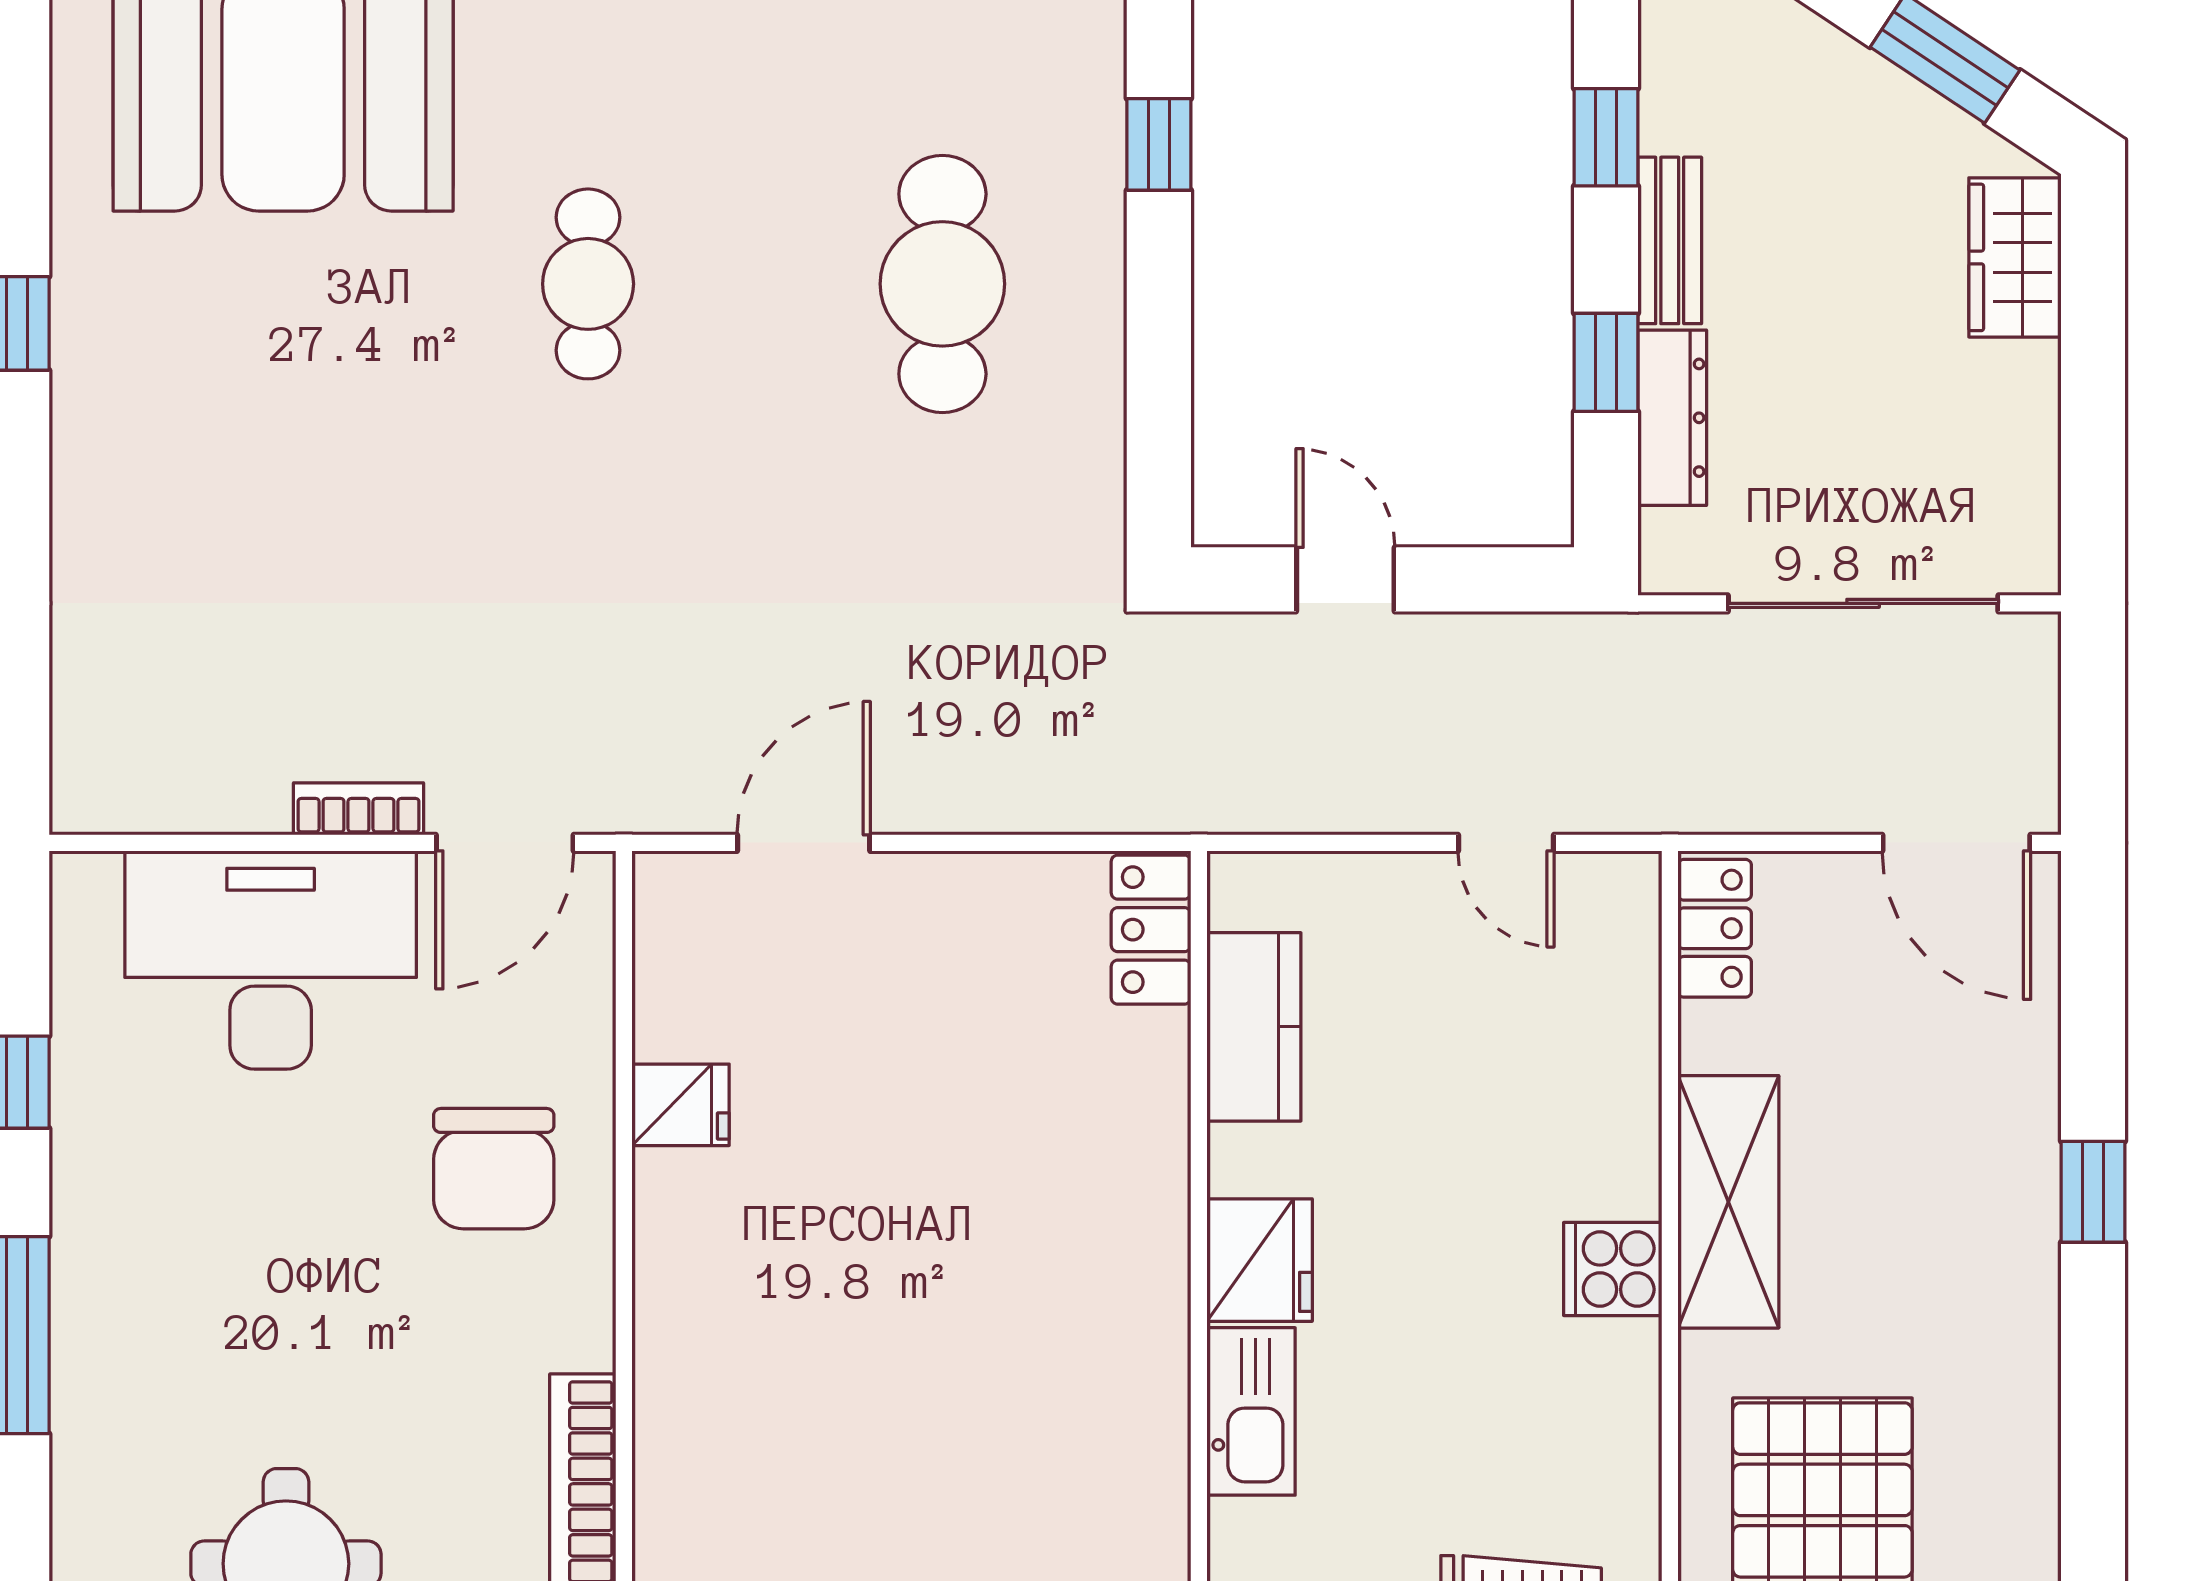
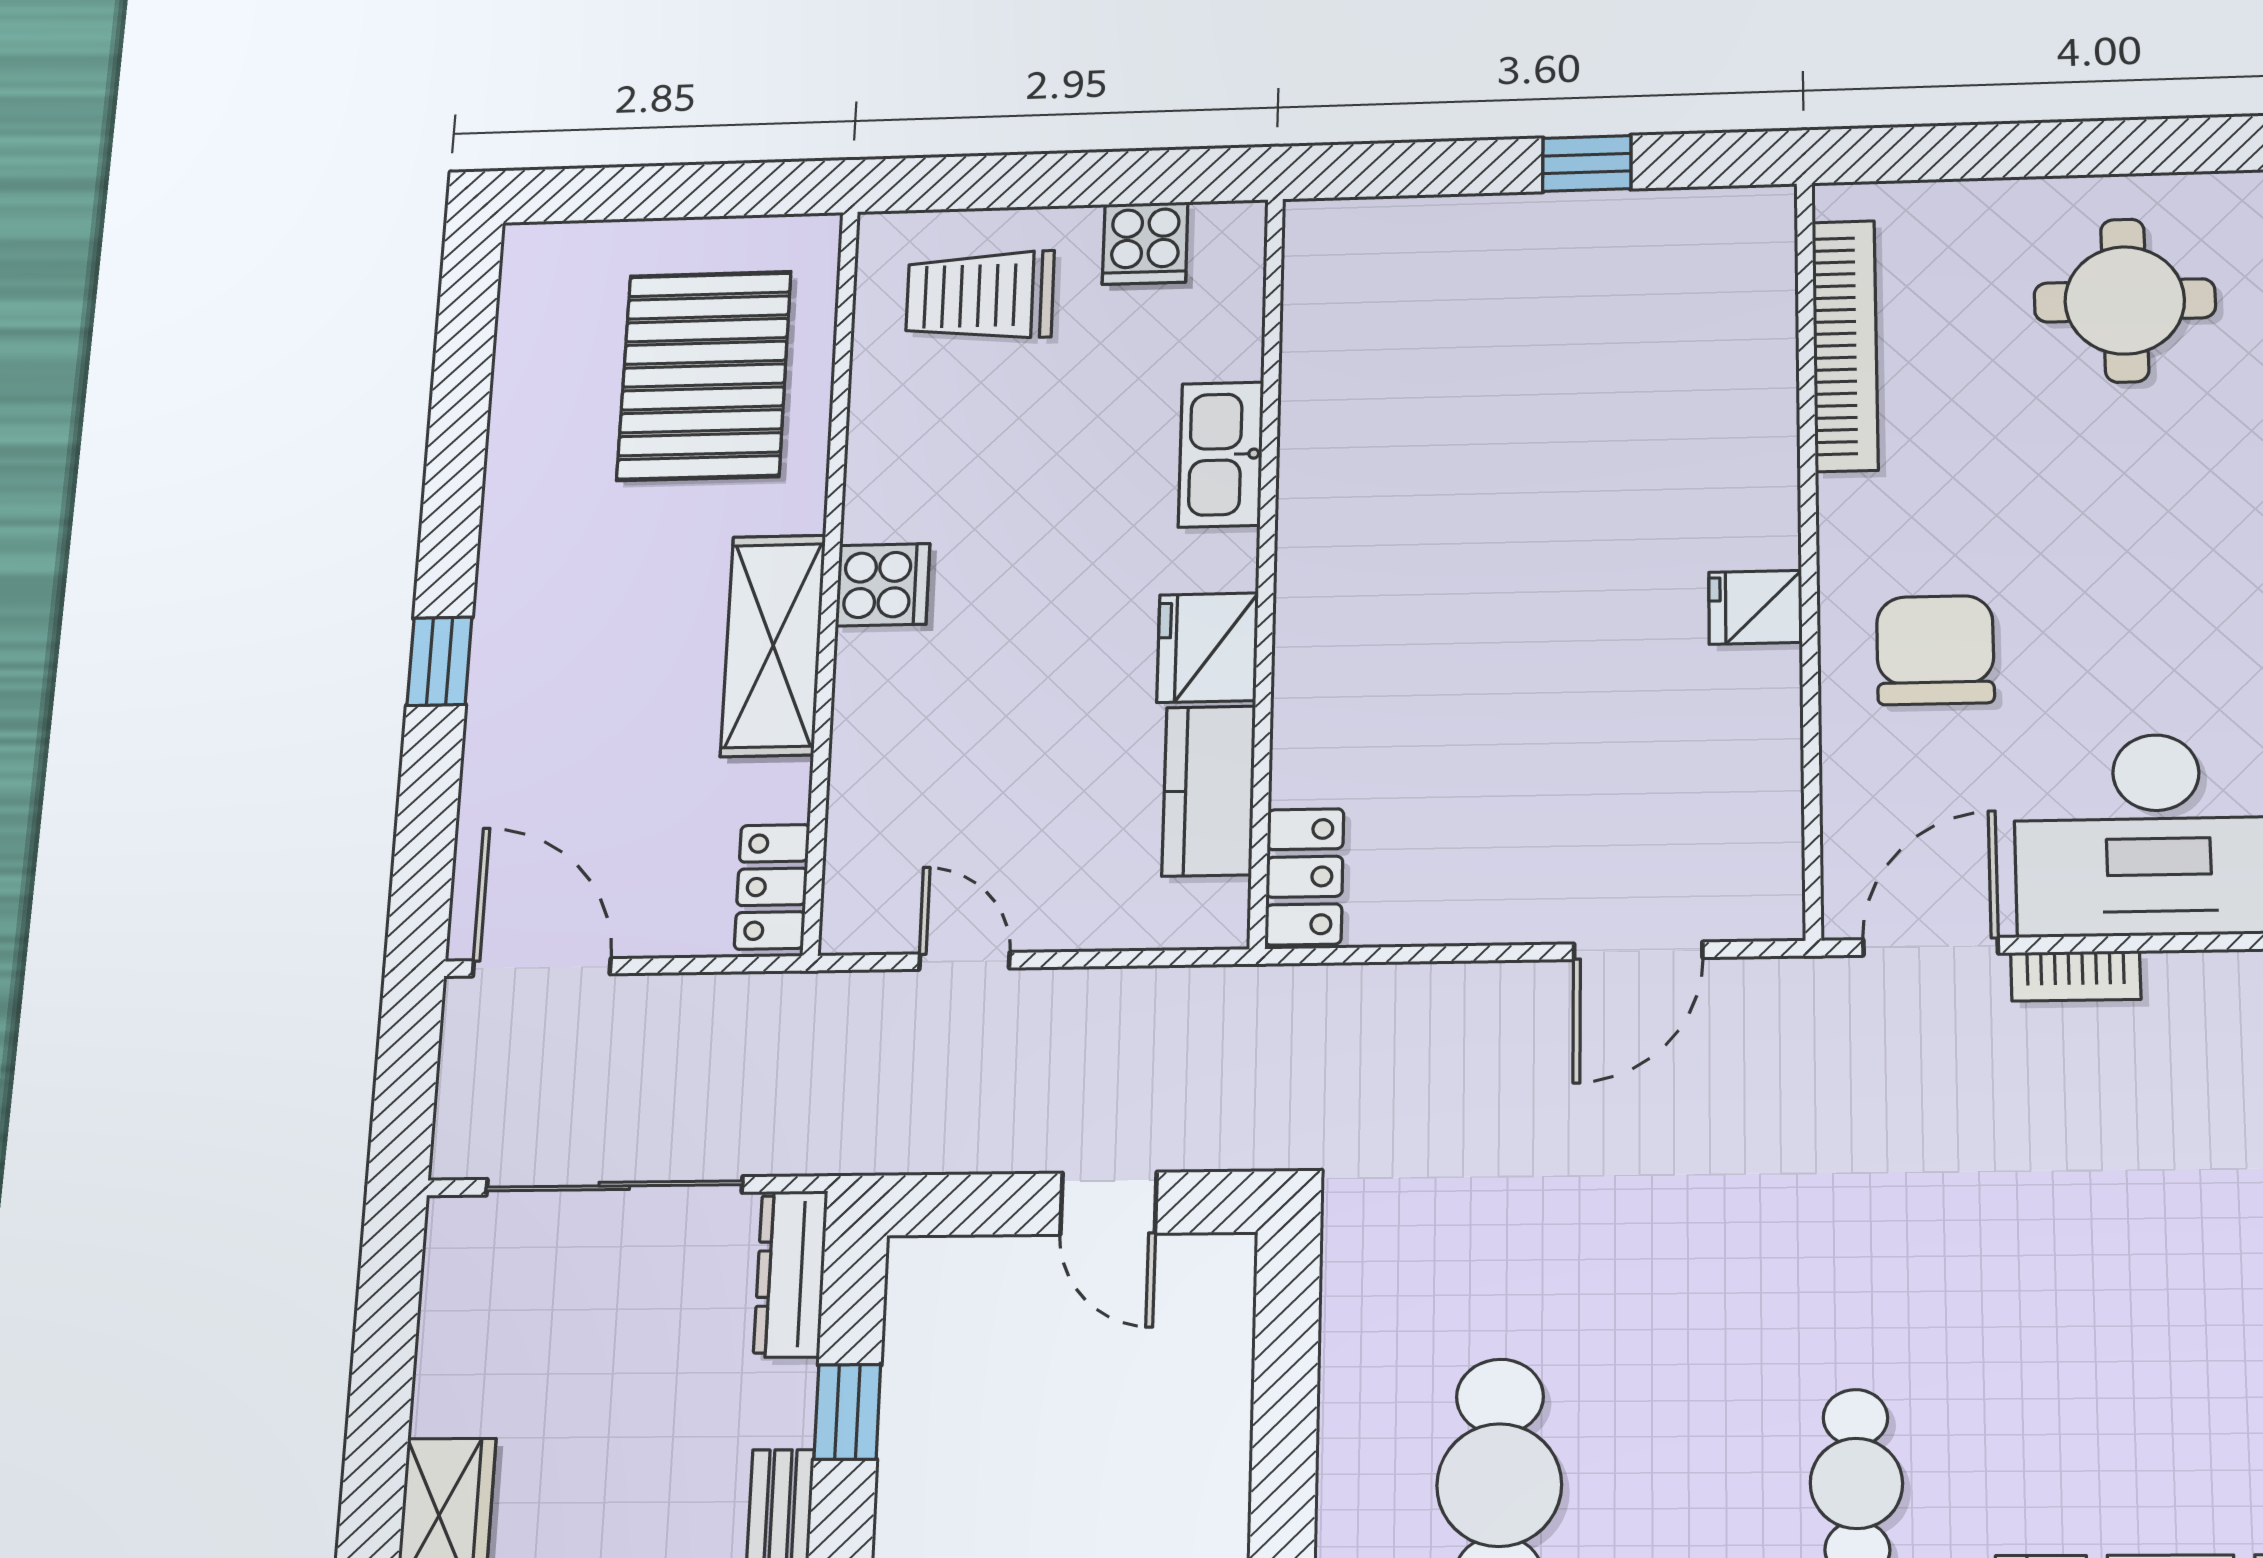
dresser: (1672, 418) -> (791, 1274), moved
fridge: (681, 1105) -> (1755, 607), moved
fridge: (1260, 1260) -> (1208, 648), moved

